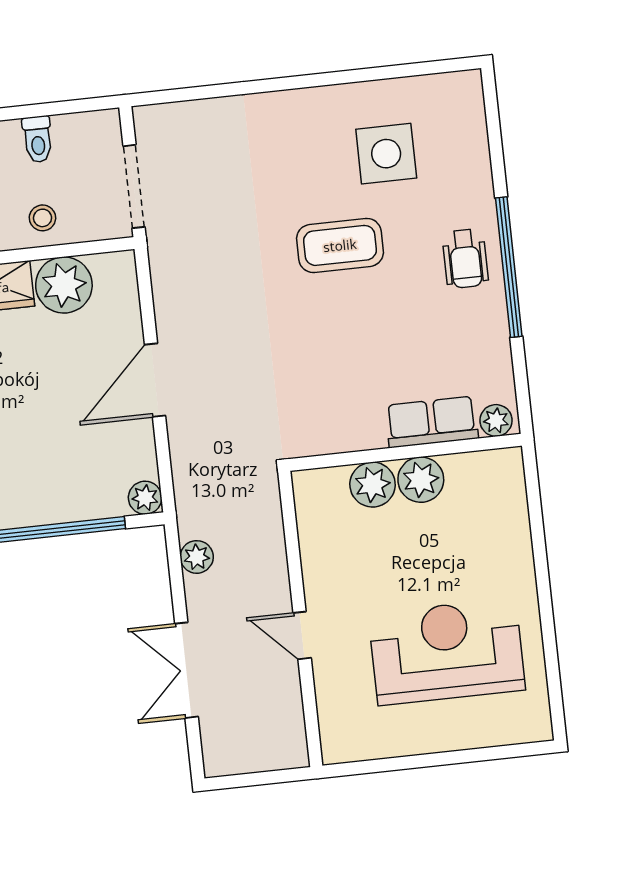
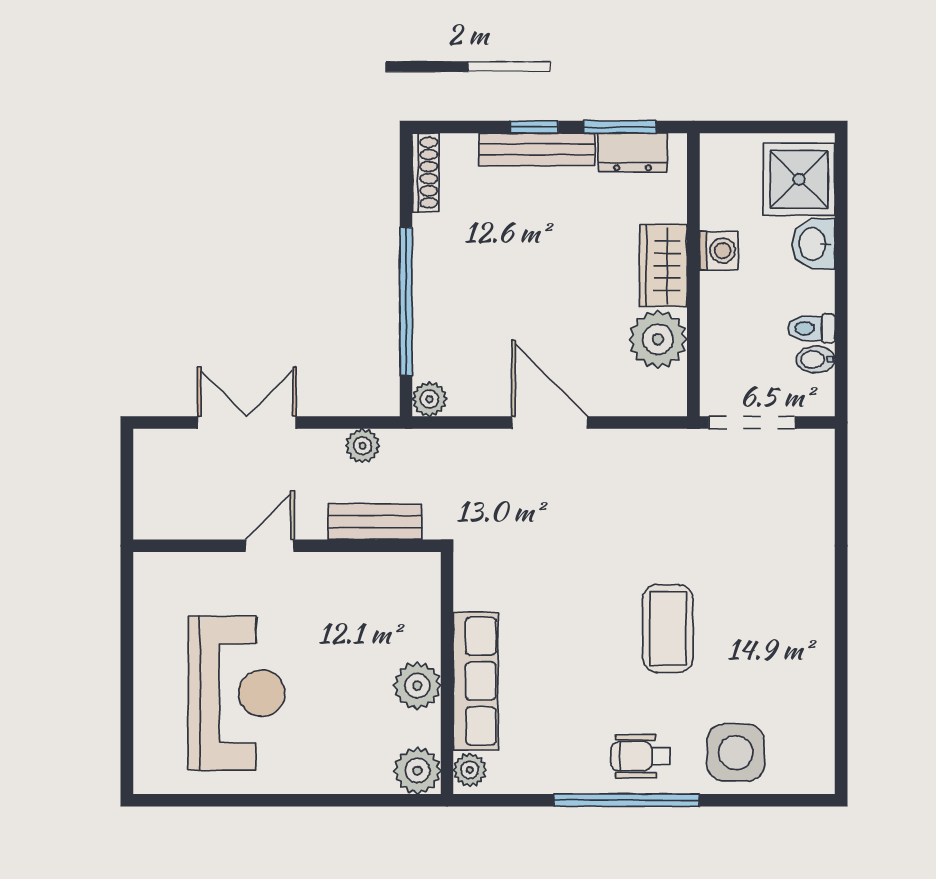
bidet: (67, 132) -> (816, 359), added
side table: (386, 154) -> (736, 753), moved
stool: (42, 218) -> (730, 325), removed
row of seats: (432, 422) -> (476, 681), width x1.48
plant: (373, 485) -> (417, 771), moved
bench: (268, 537) -> (375, 522), added

